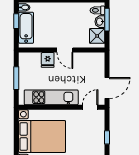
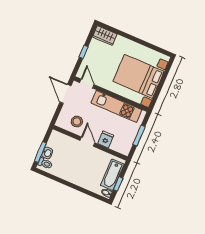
shower: (97, 36) -> (55, 142), removed
stool: (84, 65) -> (77, 122), added
door: (107, 88) -> (65, 94), hinge flipped
door: (90, 107) -> (87, 84), swing flipped

